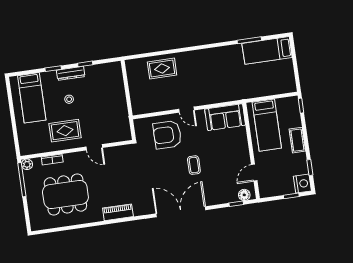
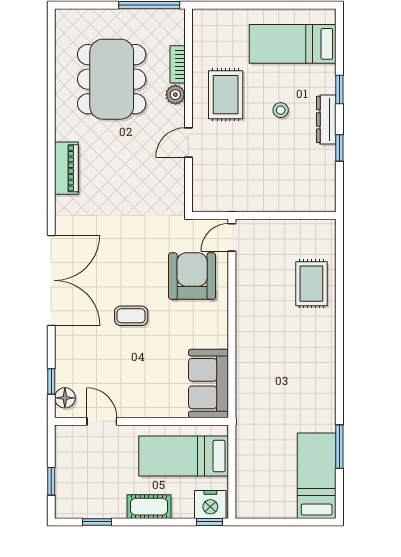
door: (187, 110) -> (232, 237), moved
plant: (27, 164) -> (175, 95), moved
nightstand: (302, 184) -> (210, 505), moved

